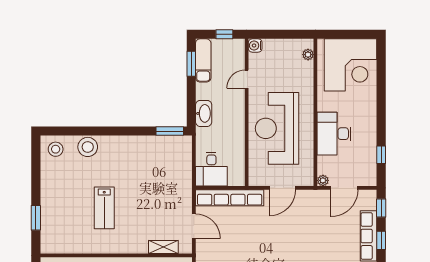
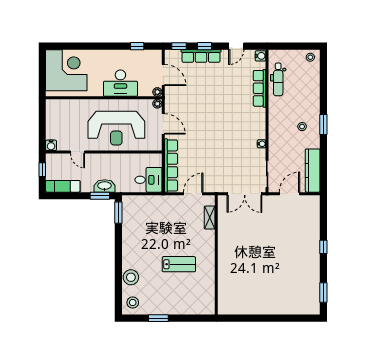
plant: (308, 55) -> (157, 104), moved
window: (191, 64) -> (100, 196), moved
window: (36, 218) -> (158, 318), moved

